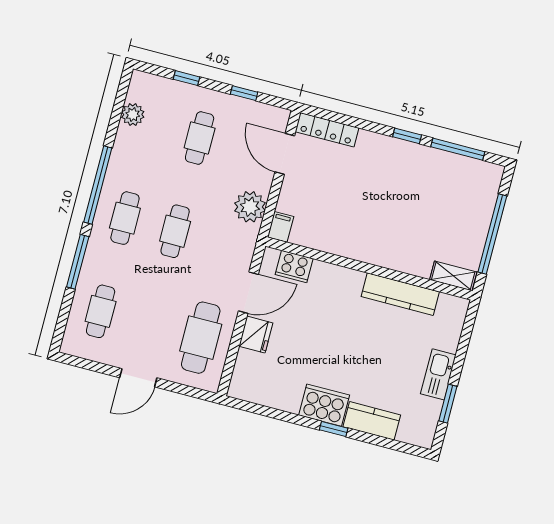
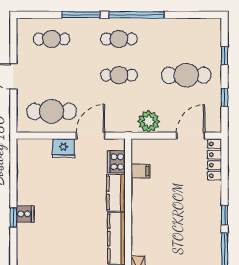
plant: (133, 115) -> (190, 26), removed
cafe table: (200, 138) -> (186, 75), width x1.37, depth x1.35
filing cabinet: (281, 227) -> (141, 171), moved
door: (248, 293) -> (90, 136), swing flipped
cooker: (324, 405) -> (25, 214), width x0.53, depth x0.76
kitchen counter: (372, 421) -> (116, 193), moved, turned 180

